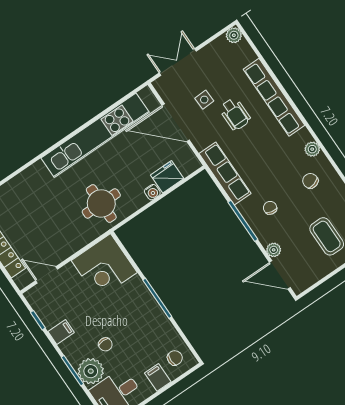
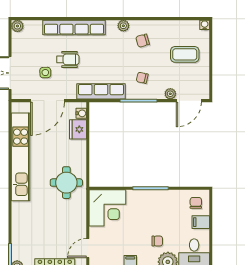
water cooler: (152, 192) -> (81, 113), moved

